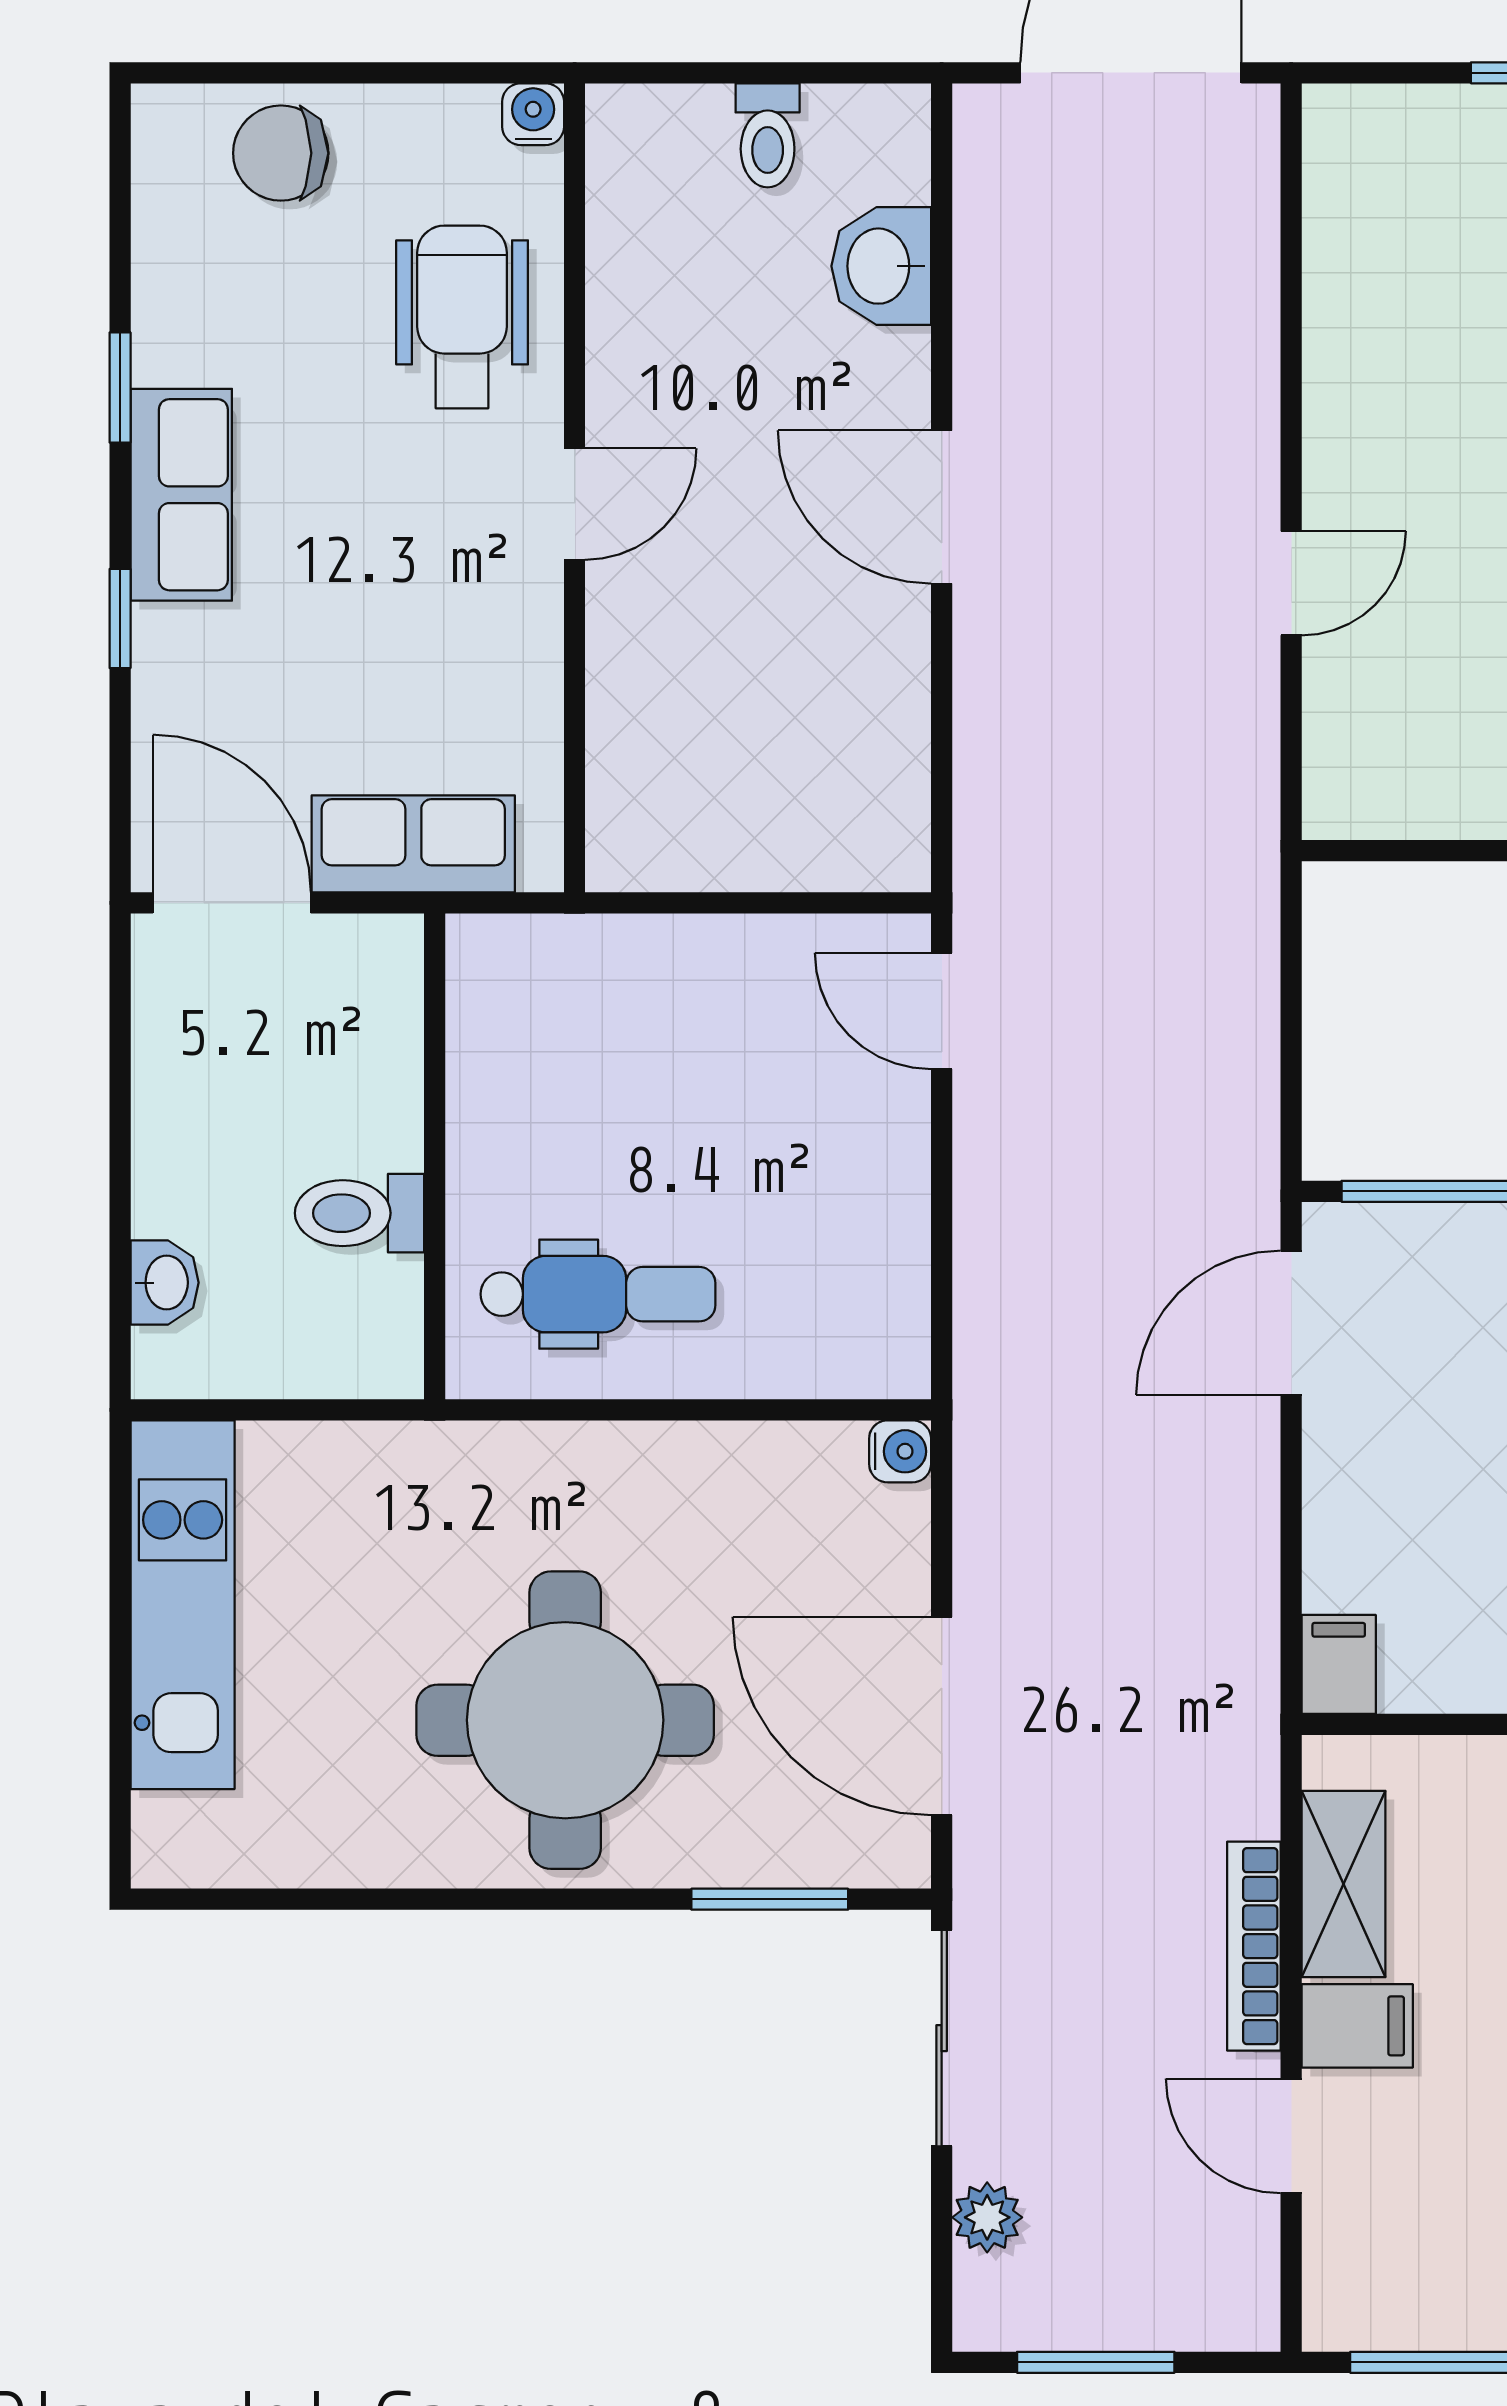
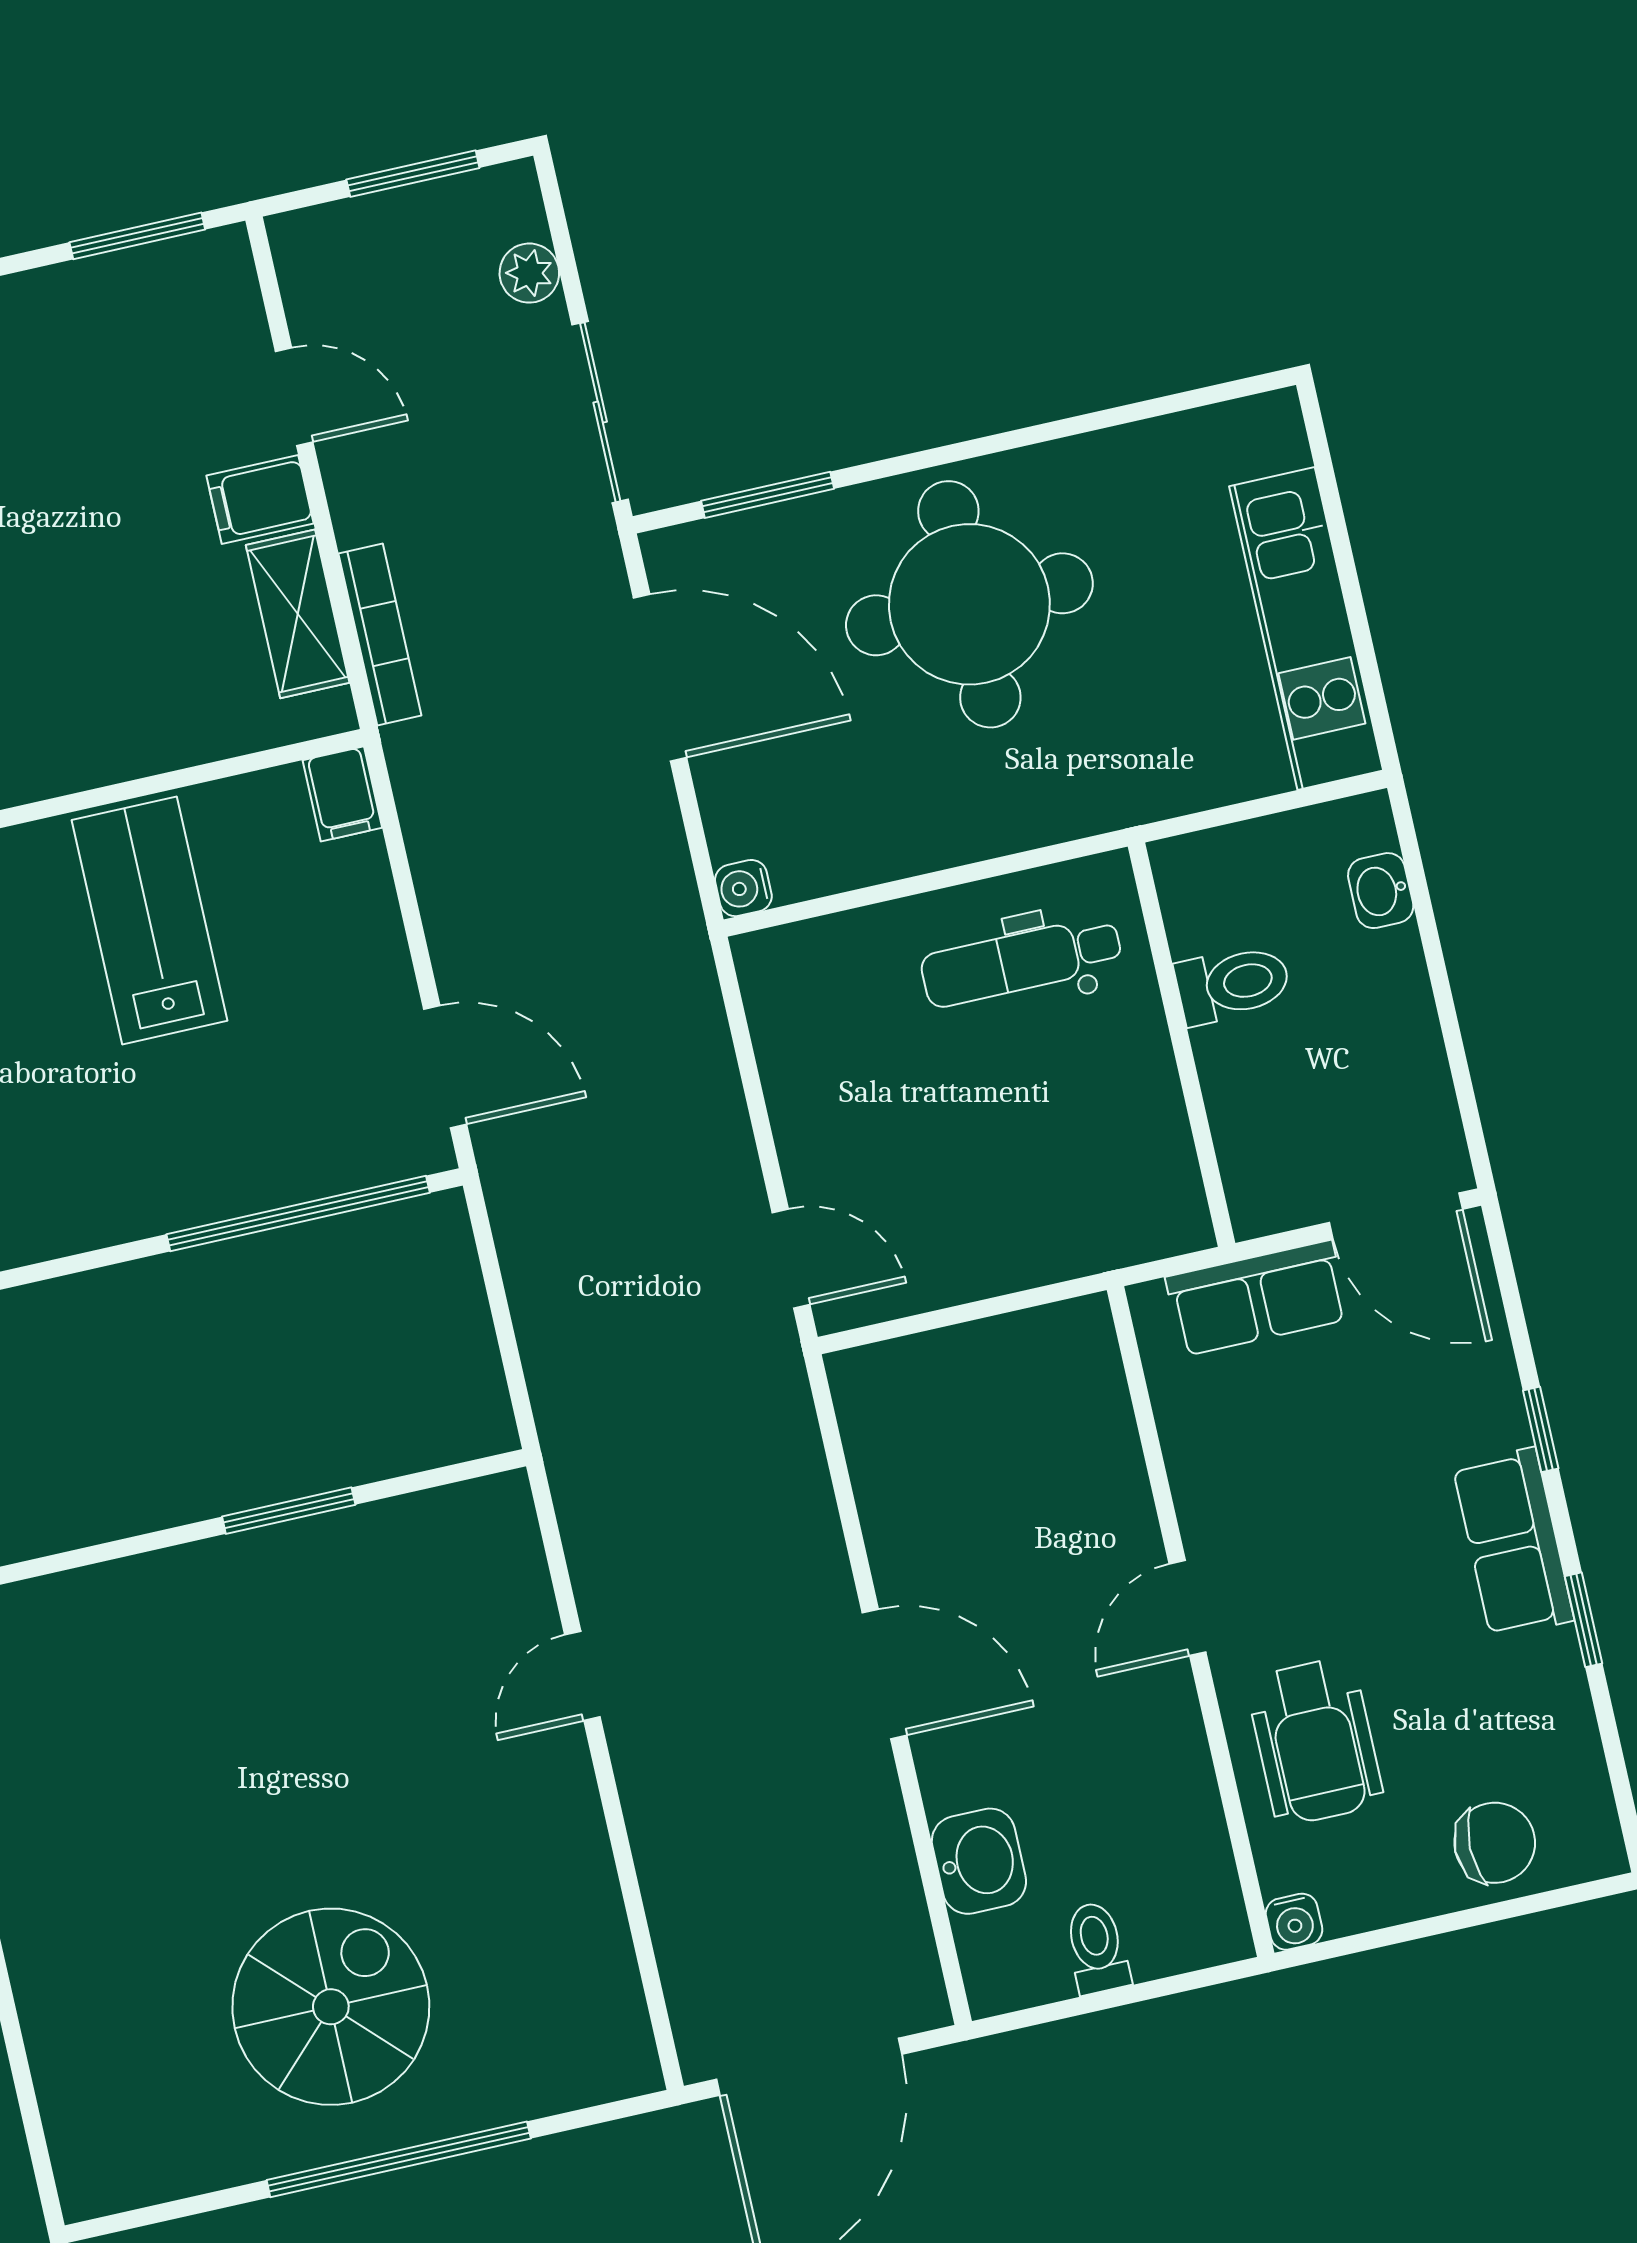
door: (1291, 1323) -> (445, 1067), hinge flipped
bookcase: (1254, 1946) -> (380, 634), moved

